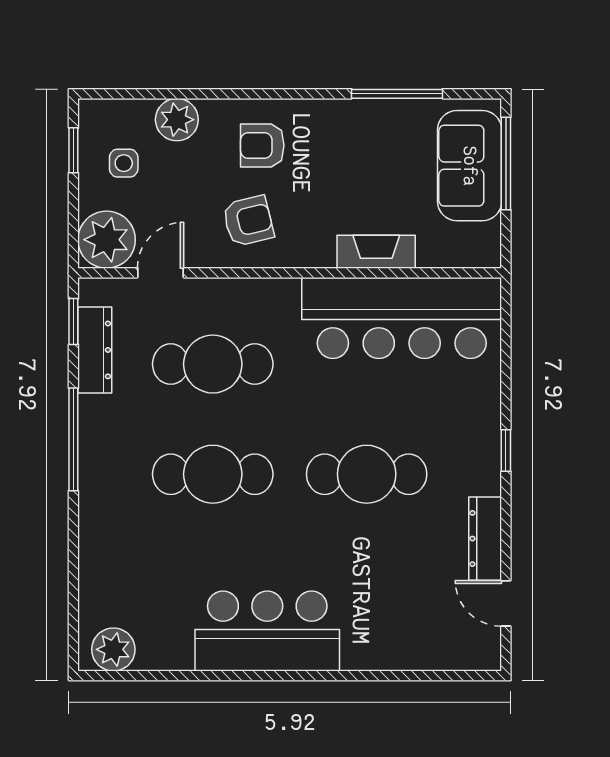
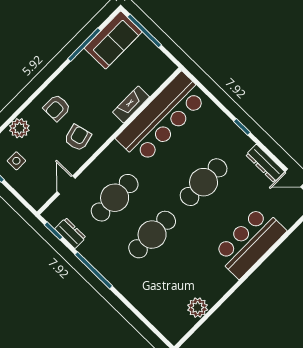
sofa: (470, 166) -> (113, 40), moved, turned -90
plant: (107, 240) -> (37, 192), removed
dresser: (95, 350) -> (70, 233), width x0.70
bar counter: (267, 631) -> (250, 242), moved
plant: (113, 649) -> (198, 308), moved

